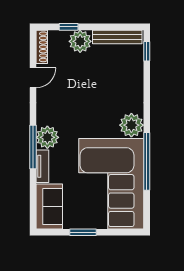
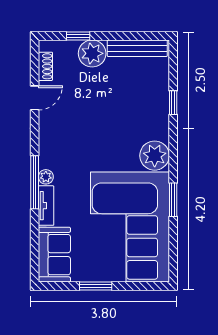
shoe rack: (42, 47) -> (45, 66), width x0.70
window: (147, 51) -> (173, 103), moved
plant: (47, 137) -> (46, 177), width x0.53, depth x0.53
window: (147, 161) -> (173, 200), width x0.47

